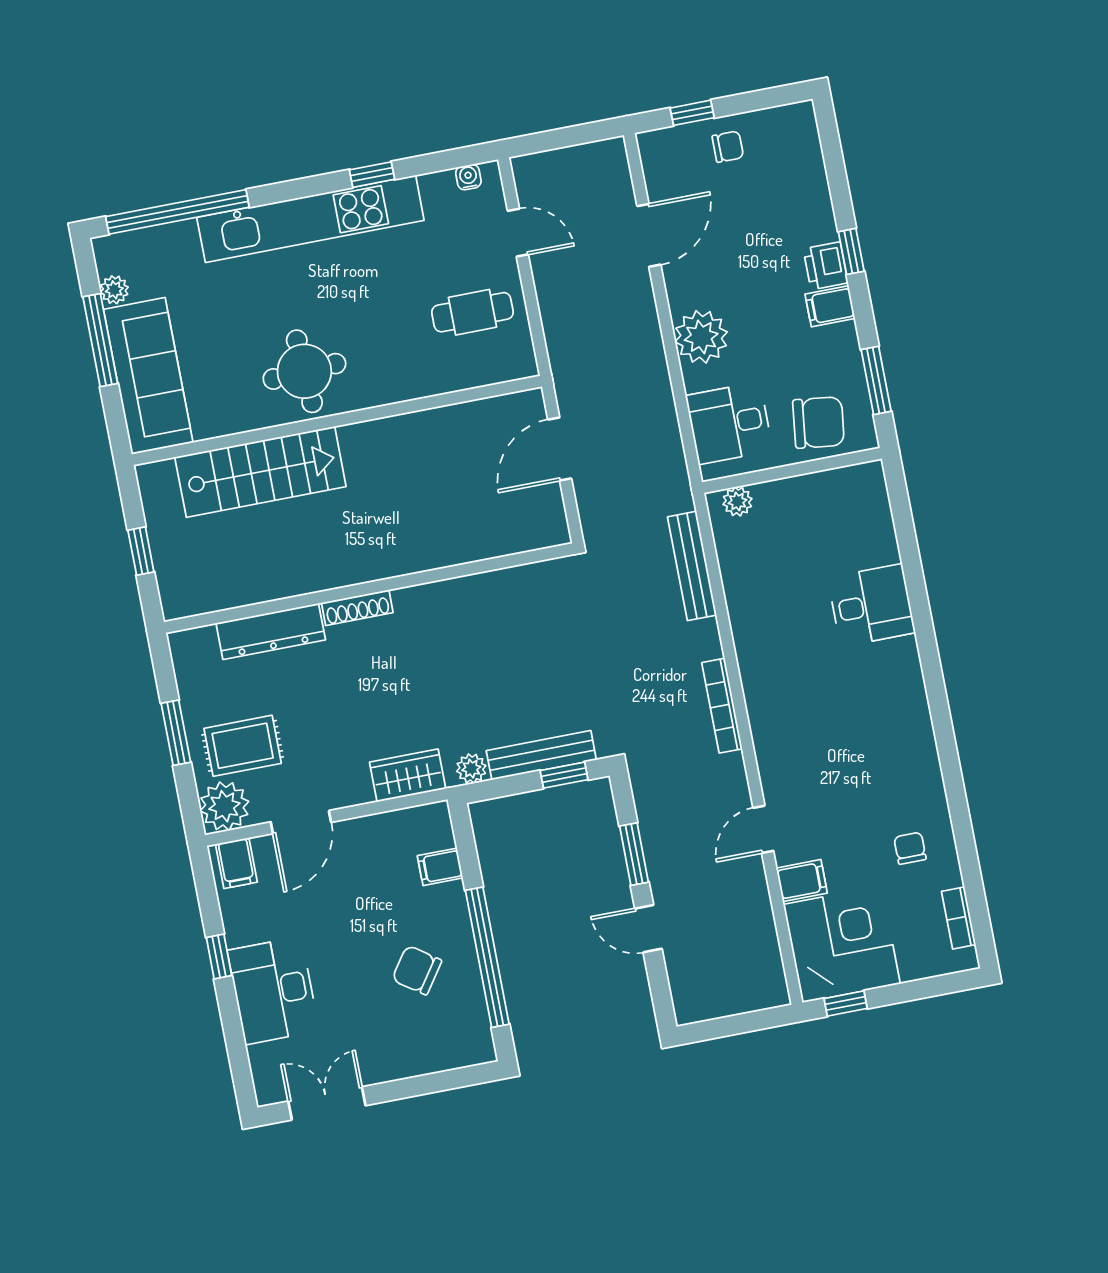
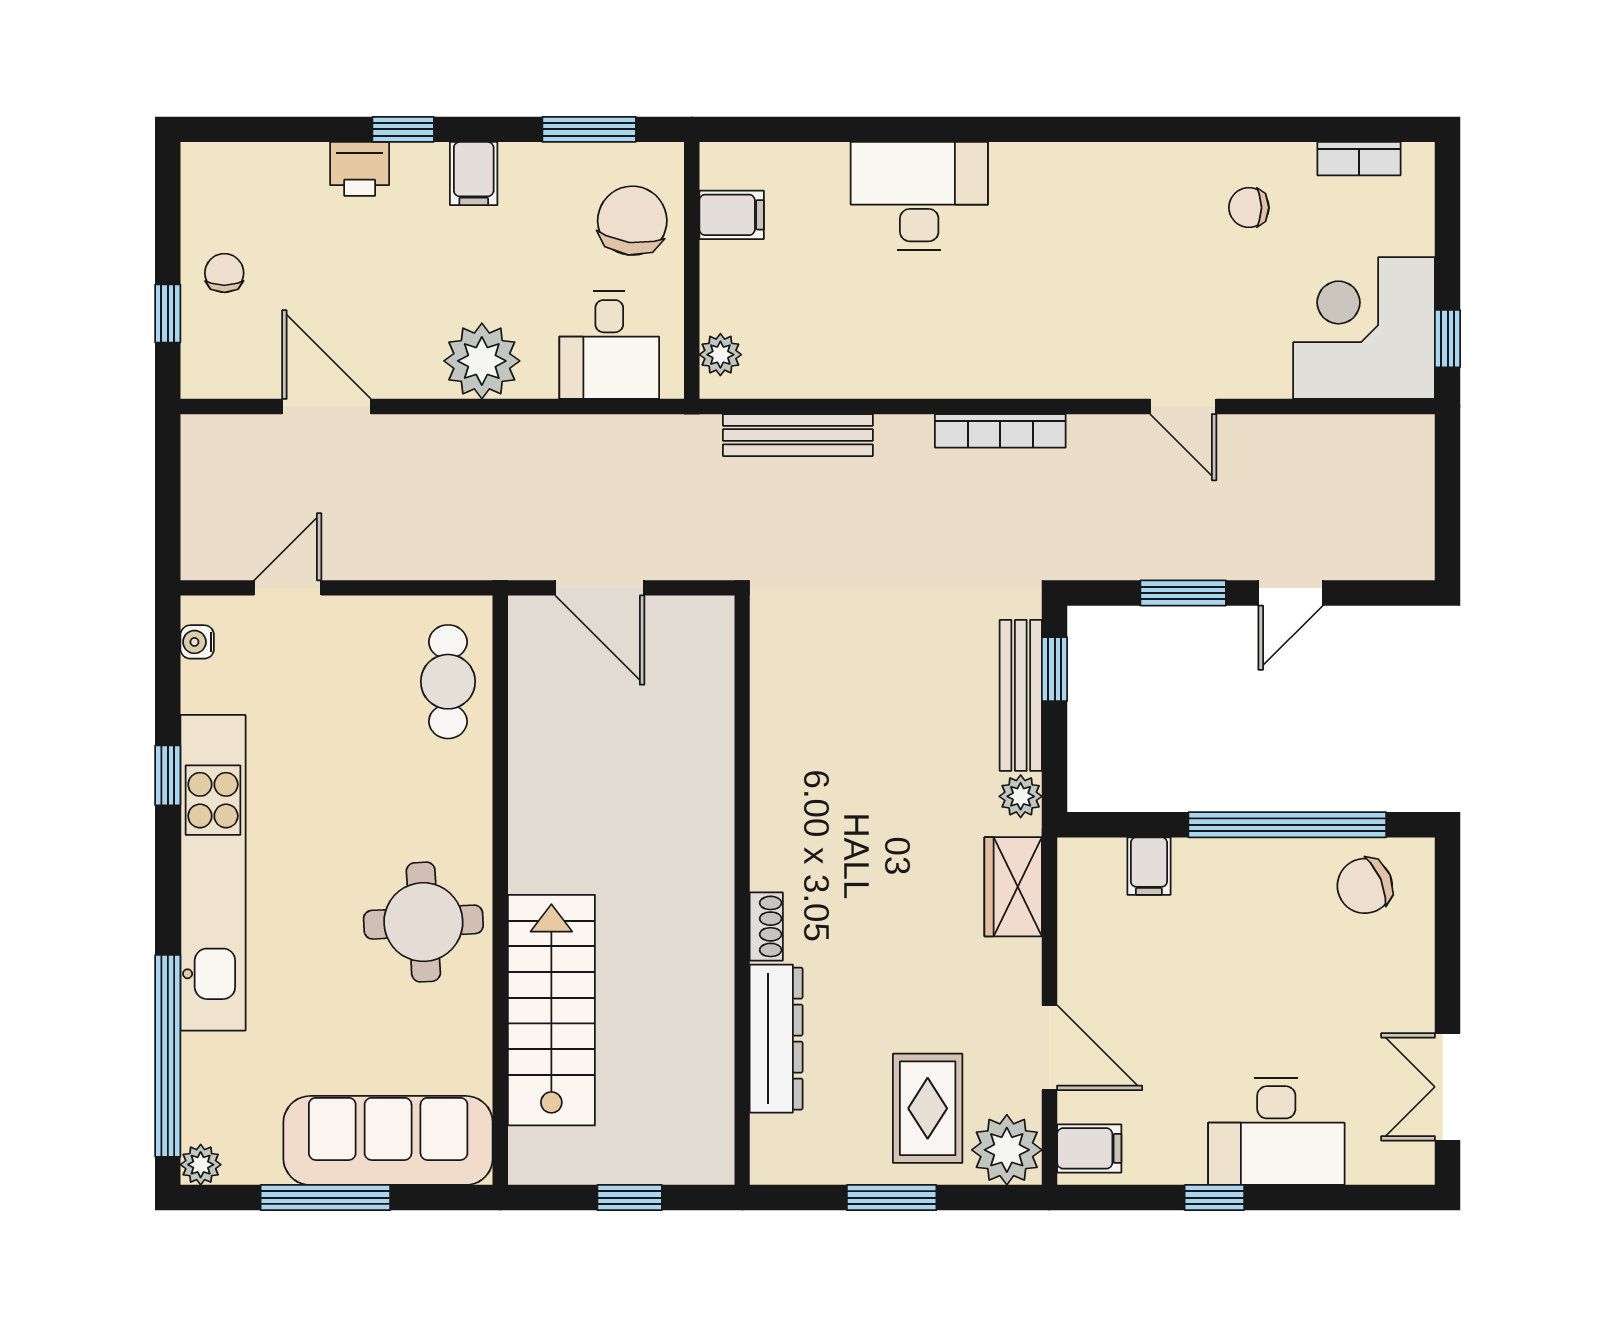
printer: (826, 266) -> (360, 169), moved
plant: (114, 290) -> (201, 1165), moved
cafe table: (472, 312) -> (448, 682), moved
desk: (871, 605) -> (919, 196), width x1.37
shoe rack: (357, 608) -> (766, 926), width x0.70
filing cabinet: (802, 881) -> (732, 215), moved, turned 90
chair: (417, 970) -> (1365, 886), moved, turned 32

